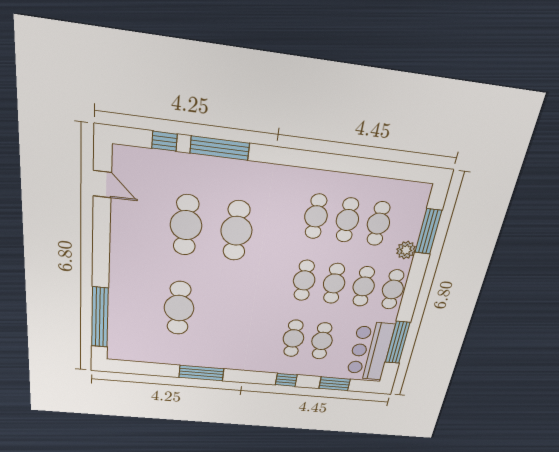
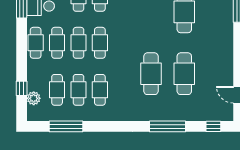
window: (164, 141) -> (213, 126), moved
window: (378, 168) -> (66, 126), added
window: (428, 231) -> (22, 88), width x0.46
plant: (406, 250) -> (34, 98), moved

